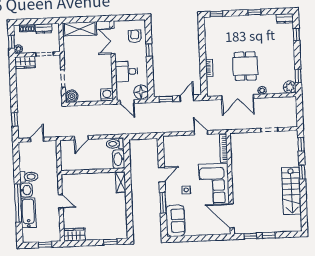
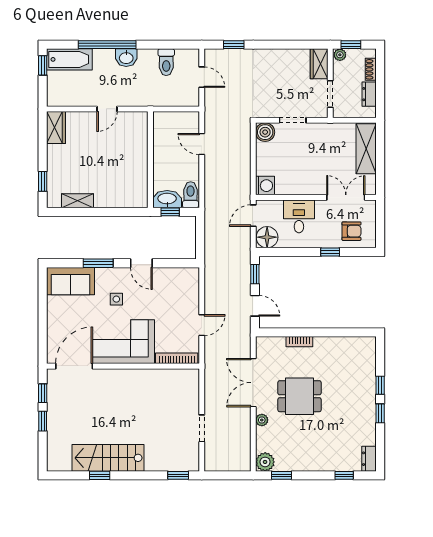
window: (217, 14) -> (380, 385), moved
window: (127, 157) -> (170, 212), added
window: (302, 172) -> (100, 475), moved
toilet: (29, 177) -> (166, 62), moved
shelving: (121, 182) -> (78, 201), moved
bathtub: (28, 213) -> (69, 59), moved
window: (45, 245) -> (43, 65), moved

